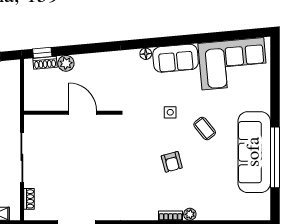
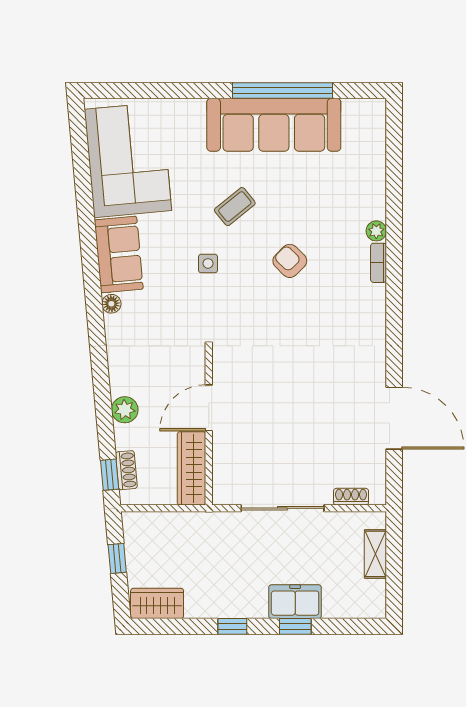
plant: (66, 63) -> (125, 410), moved
wardrobe: (46, 102) -> (192, 468), added
armchair: (172, 162) -> (290, 261), turned -120

